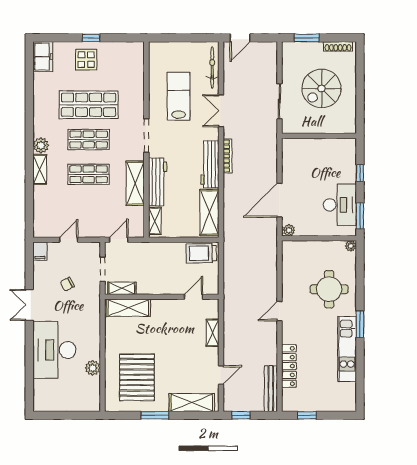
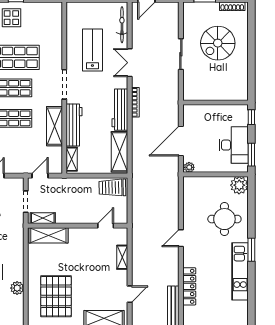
wall: (319, 136) -> (216, 103), moved
plant: (351, 246) -> (239, 185), width x1.88, depth x1.88

